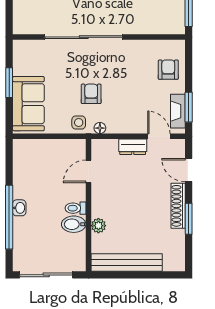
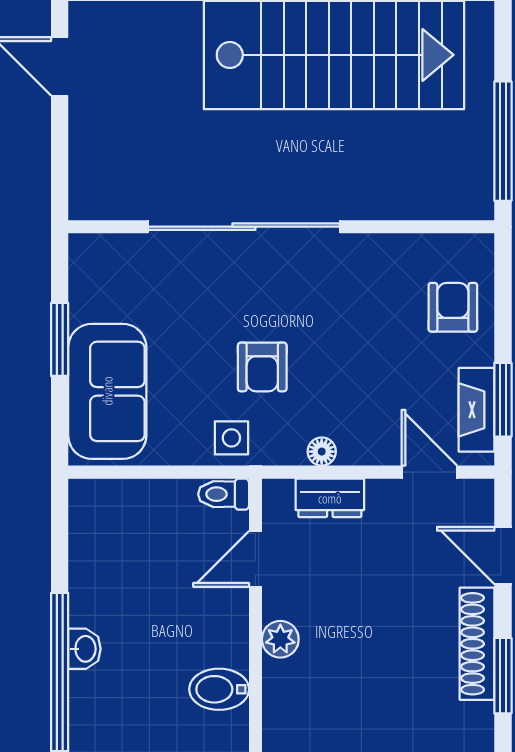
armchair: (91, 94) -> (262, 367), turned 180
floor lamp: (100, 128) -> (322, 452), moved
dresser: (133, 147) -> (330, 498), moved
toilet: (76, 208) -> (224, 494), moved
plant: (98, 226) -> (280, 639), moved

